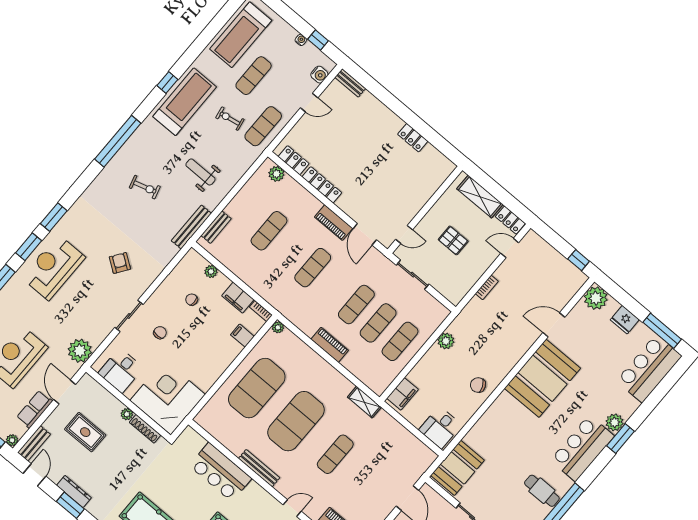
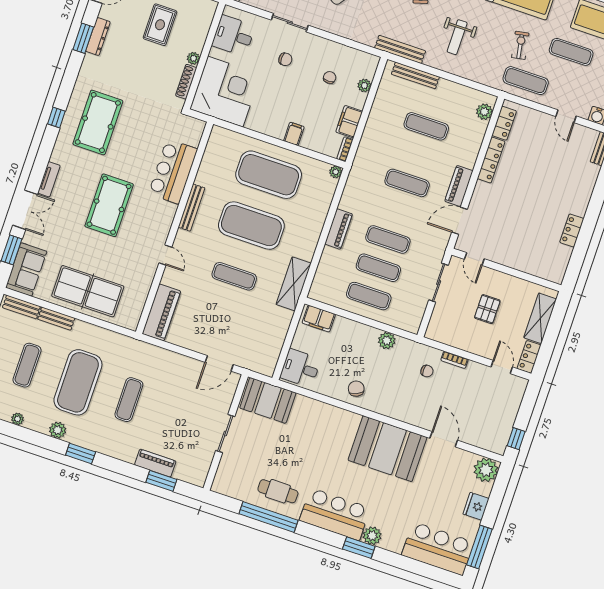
weight bench: (200, 172) -> (457, 37), turned 180
bench: (216, 227) -> (415, 75), width x1.36
chair: (487, 316) -> (427, 371), added
filing cabinet: (242, 336) -> (294, 134), moved
shelving: (364, 402) -> (294, 284), width x1.50, depth x1.33
cafe table: (542, 491) -> (278, 491), turned 90

